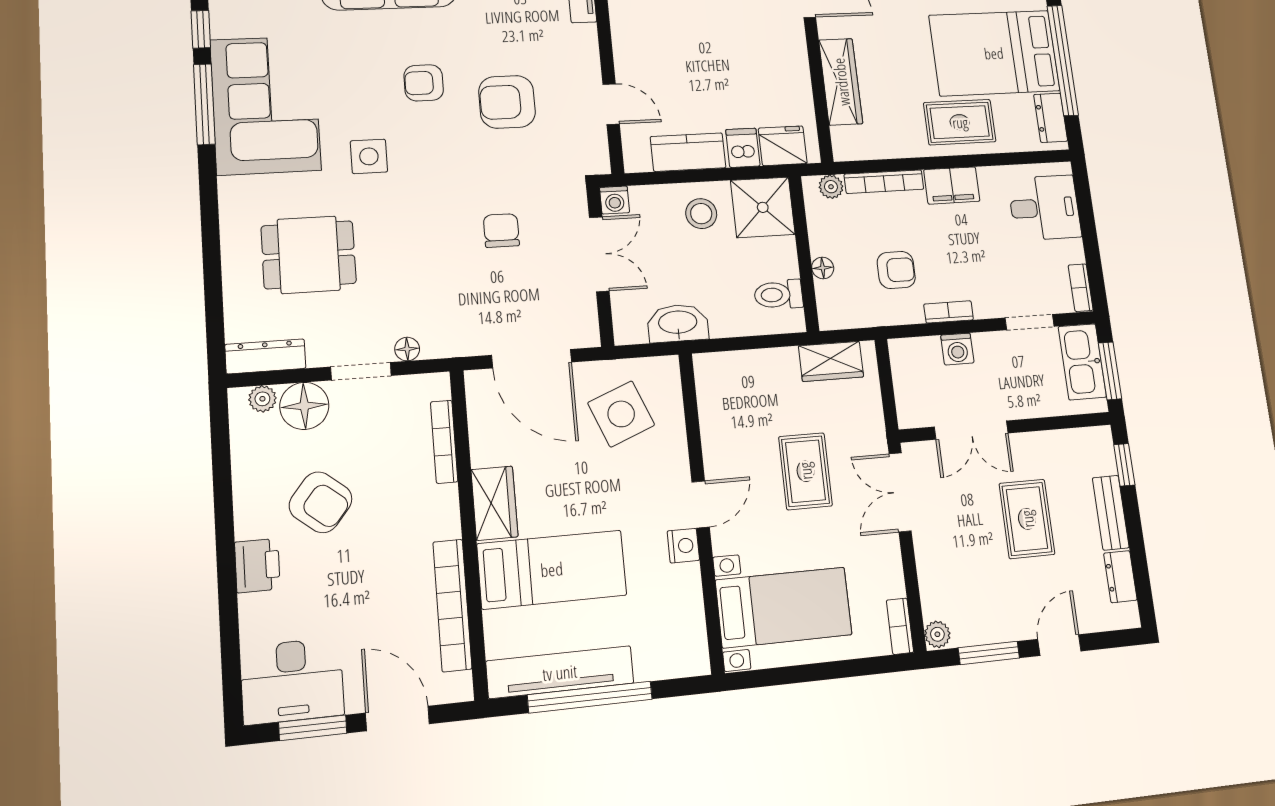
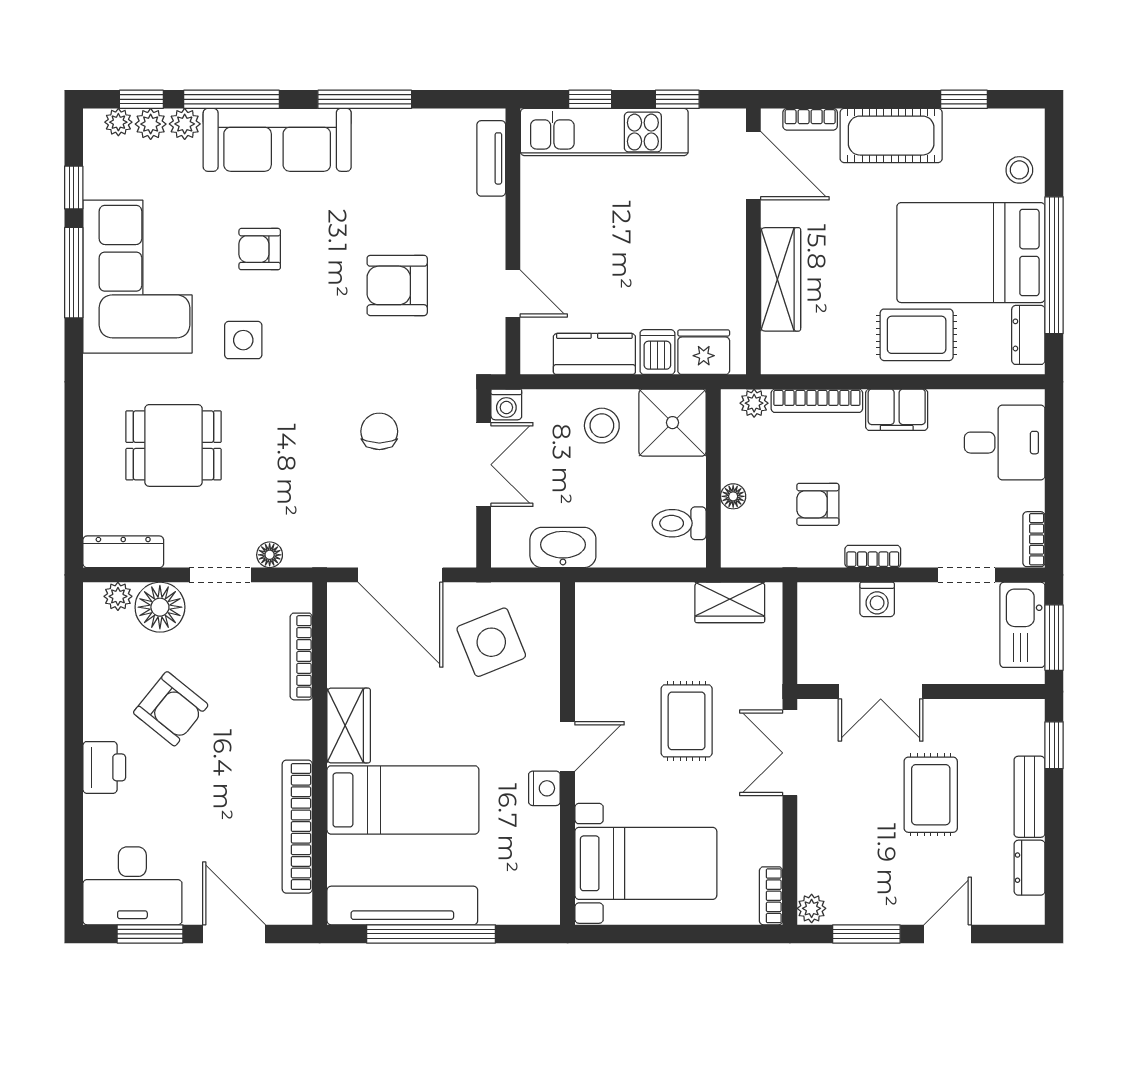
armchair: (424, 83) -> (260, 249), moved
armchair: (896, 270) -> (818, 504), turned 180

